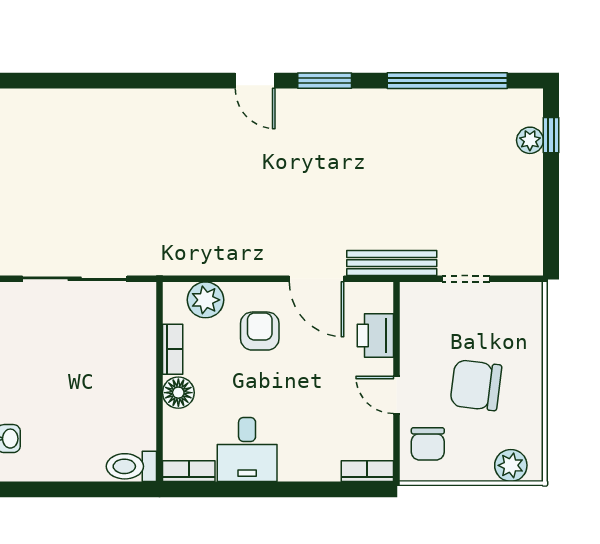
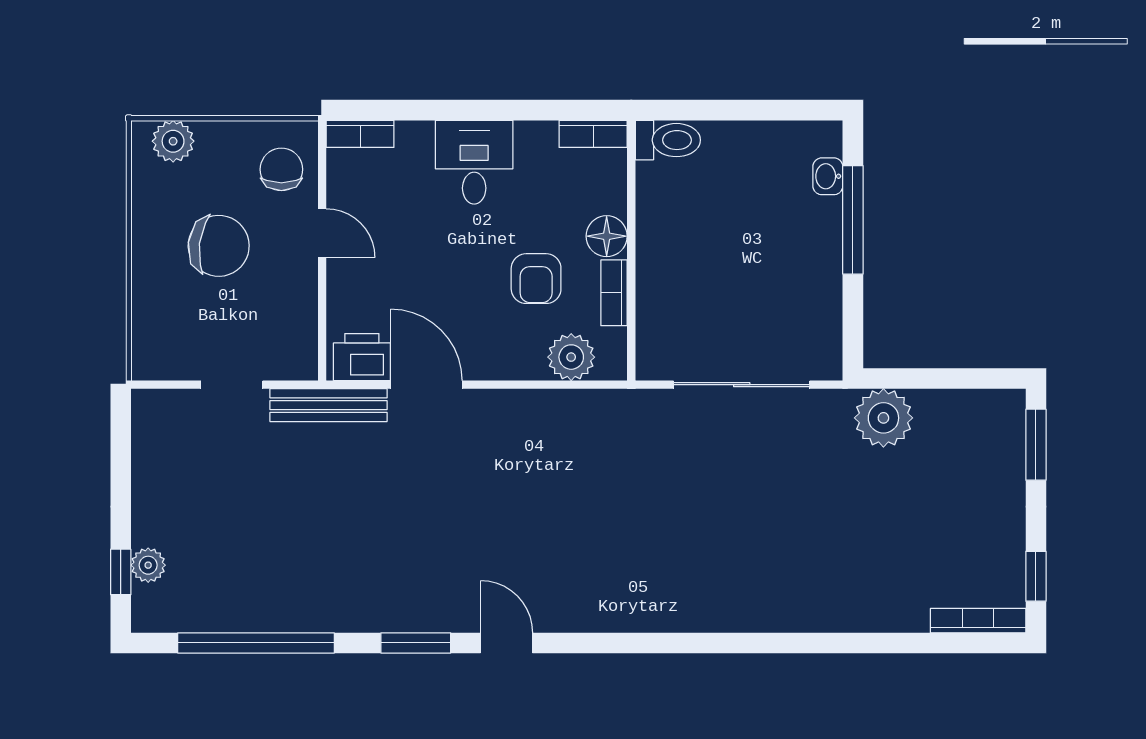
armchair: (260, 331) -> (536, 279), moved
printer: (375, 336) -> (362, 357), moved, turned -90
desk: (247, 449) -> (474, 162), moved

